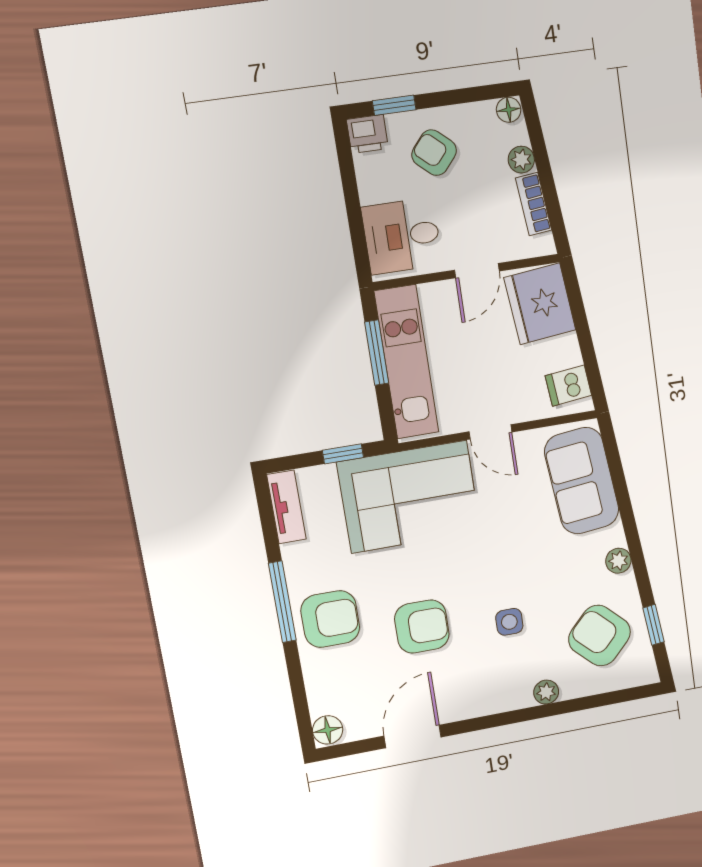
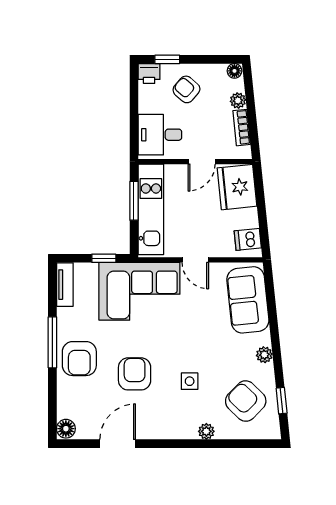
armchair: (330, 619) -> (79, 359), turned 90
armchair: (422, 627) -> (135, 374), turned -90

